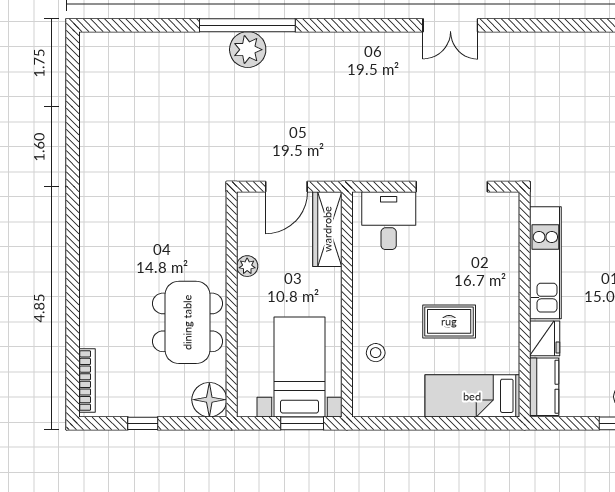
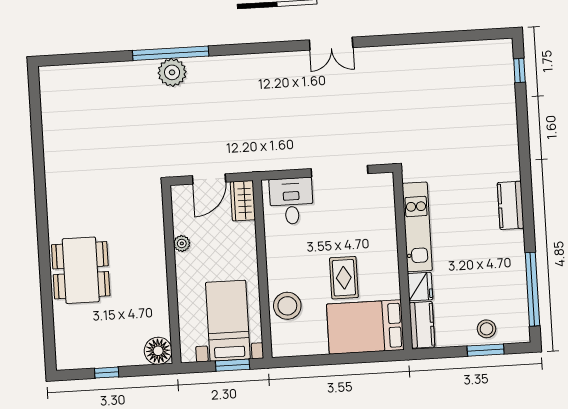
wardrobe: (327, 229) -> (243, 201), width x0.67
rug: (449, 321) -> (344, 278), turned 90
dining table: (187, 322) -> (81, 270), moved
stool: (376, 353) -> (287, 306), width x1.89, depth x1.89
bookcase: (87, 381) -> (61, 341), removed
bed: (472, 396) -> (365, 327), width x1.50

